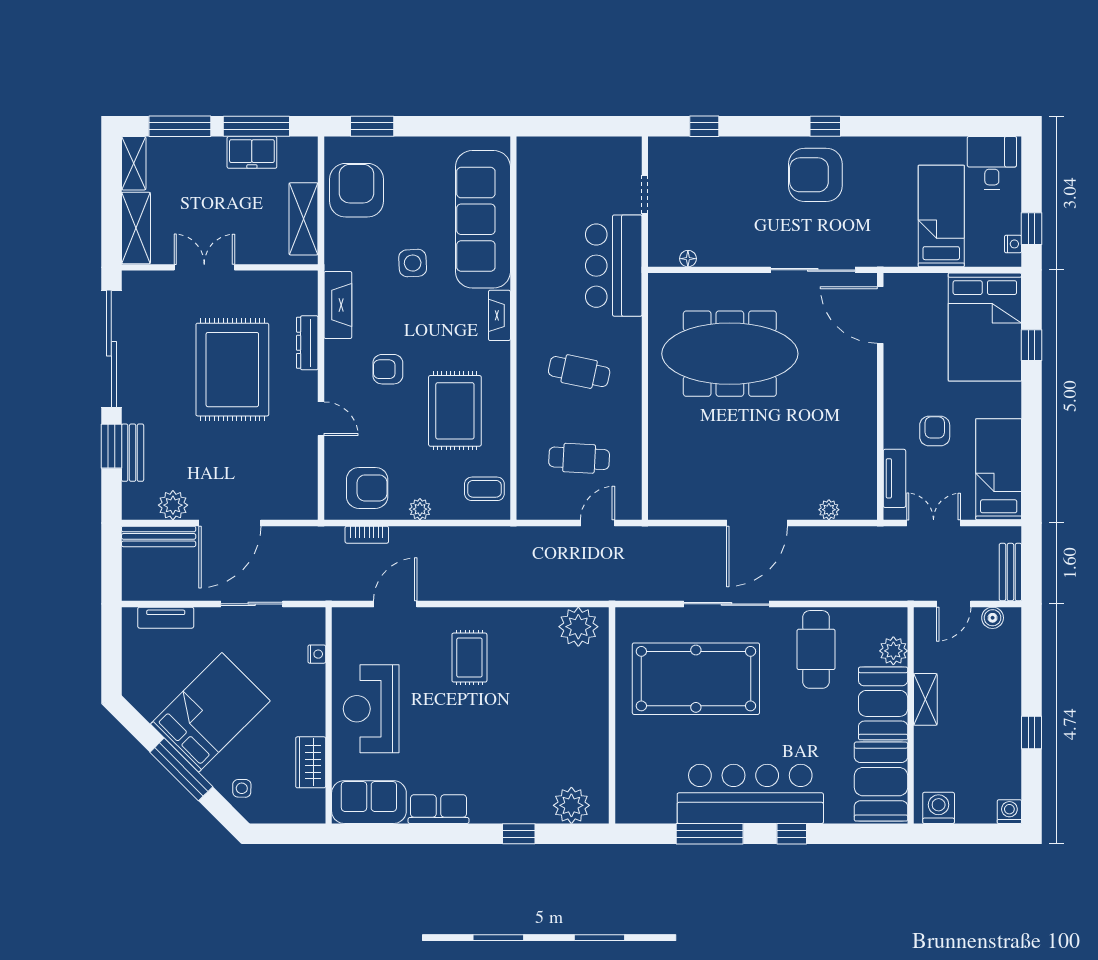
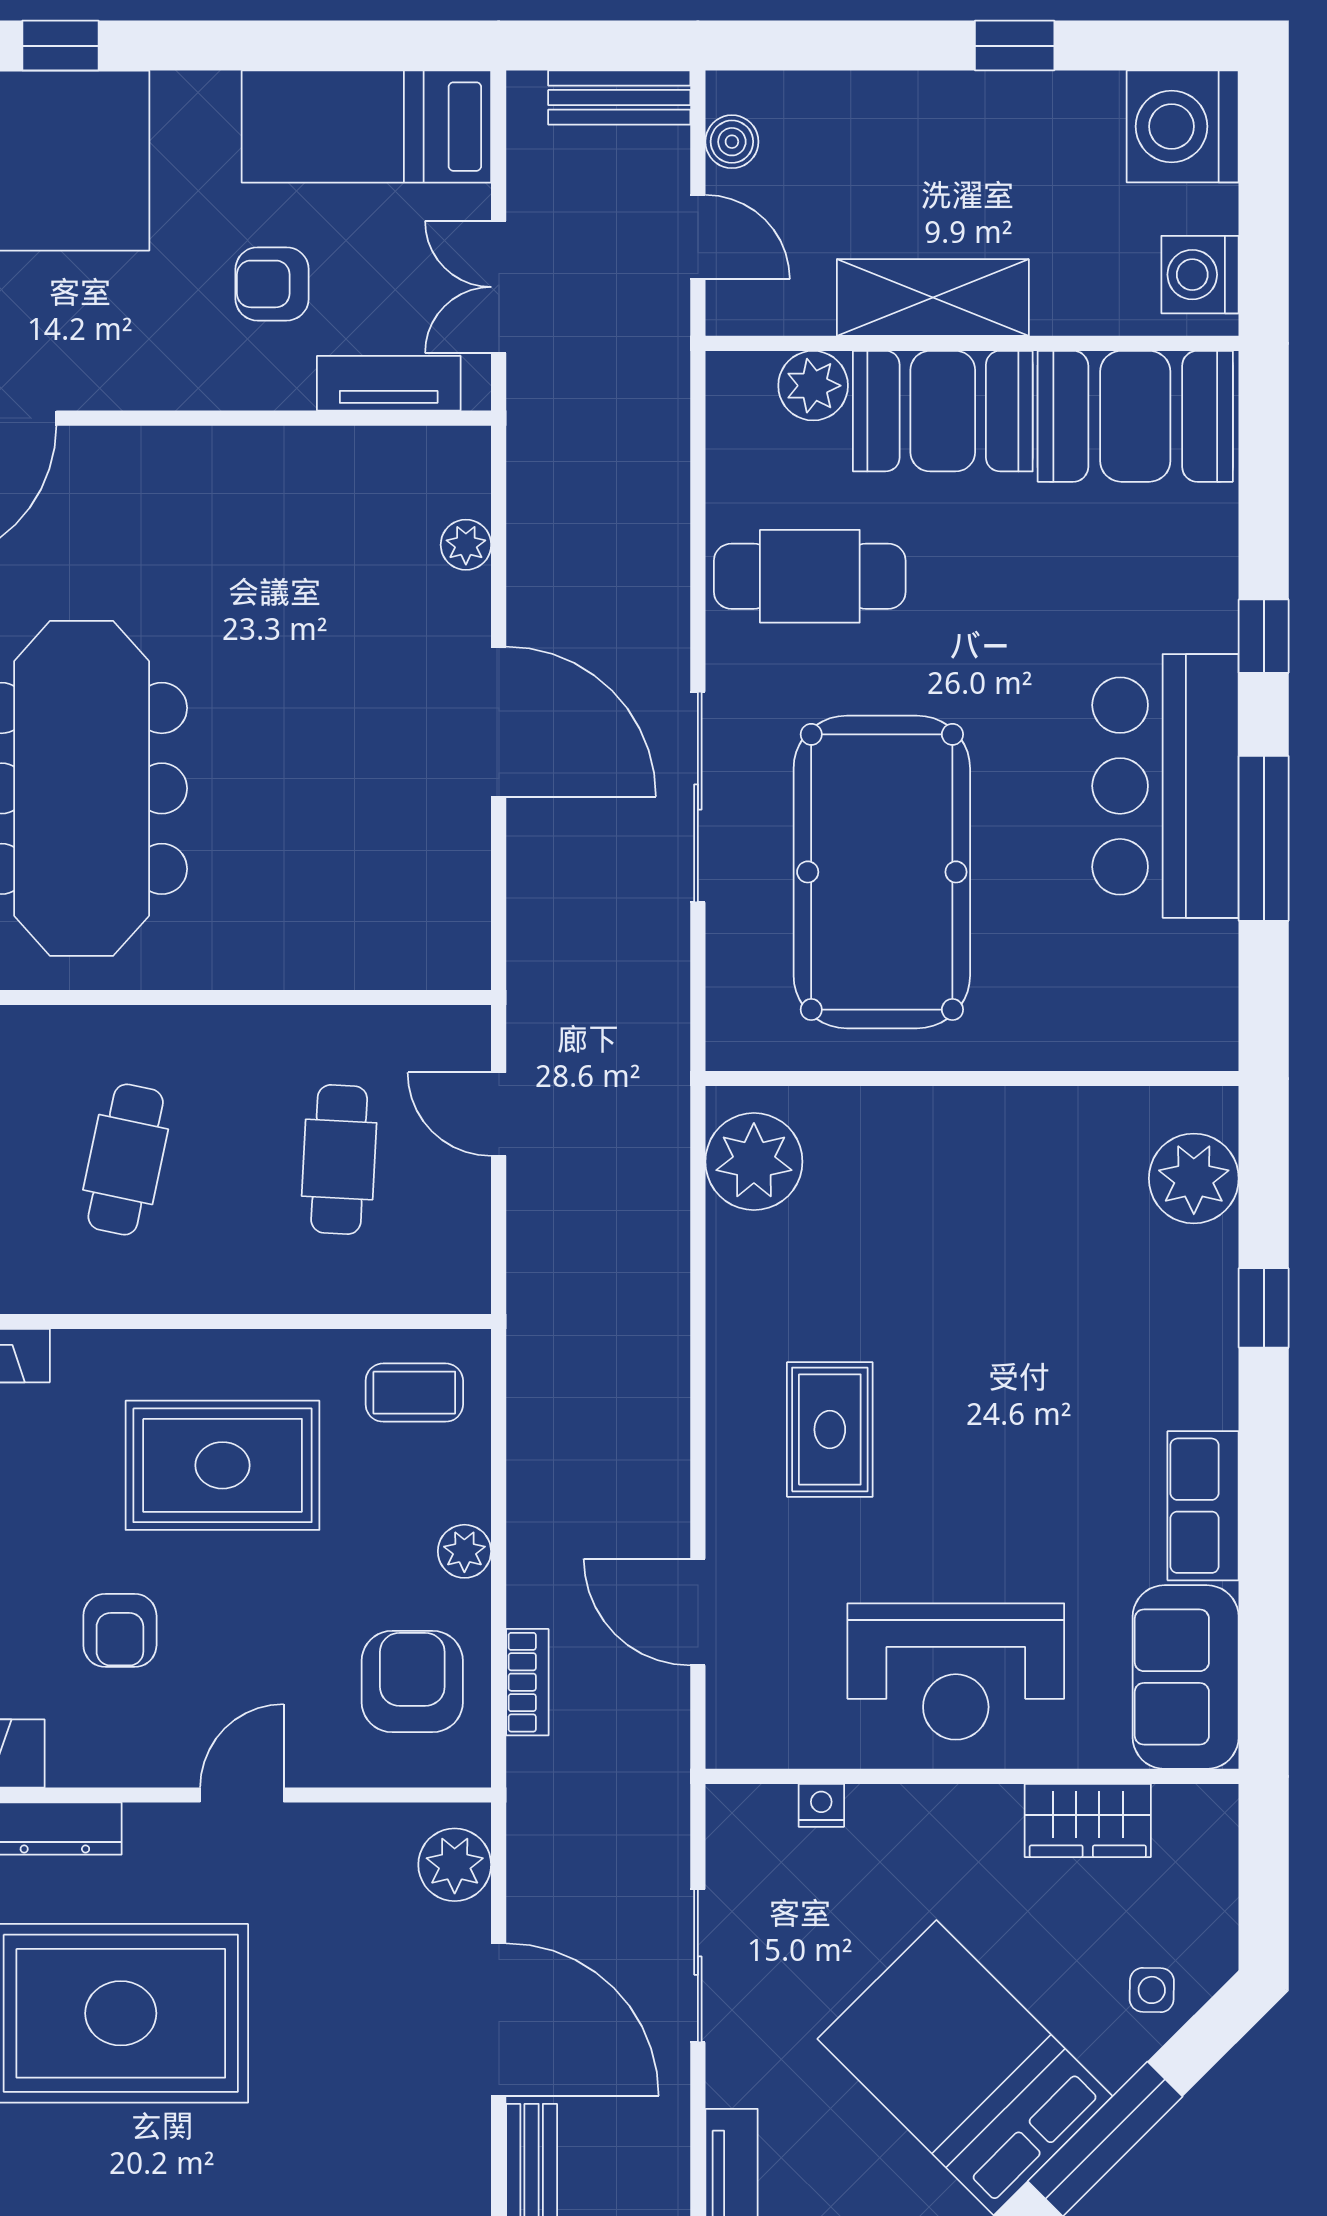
coffee table: (484, 489) -> (414, 1393), turned 90
plant: (173, 505) -> (455, 1865), moved
rug: (469, 658) -> (830, 1430), turned 90
shelving: (925, 699) -> (933, 297), width x1.50, depth x1.33
bar counter: (750, 794) -> (1165, 786), width x0.73
washing machine: (1009, 812) -> (1183, 126), width x1.89, depth x1.89

